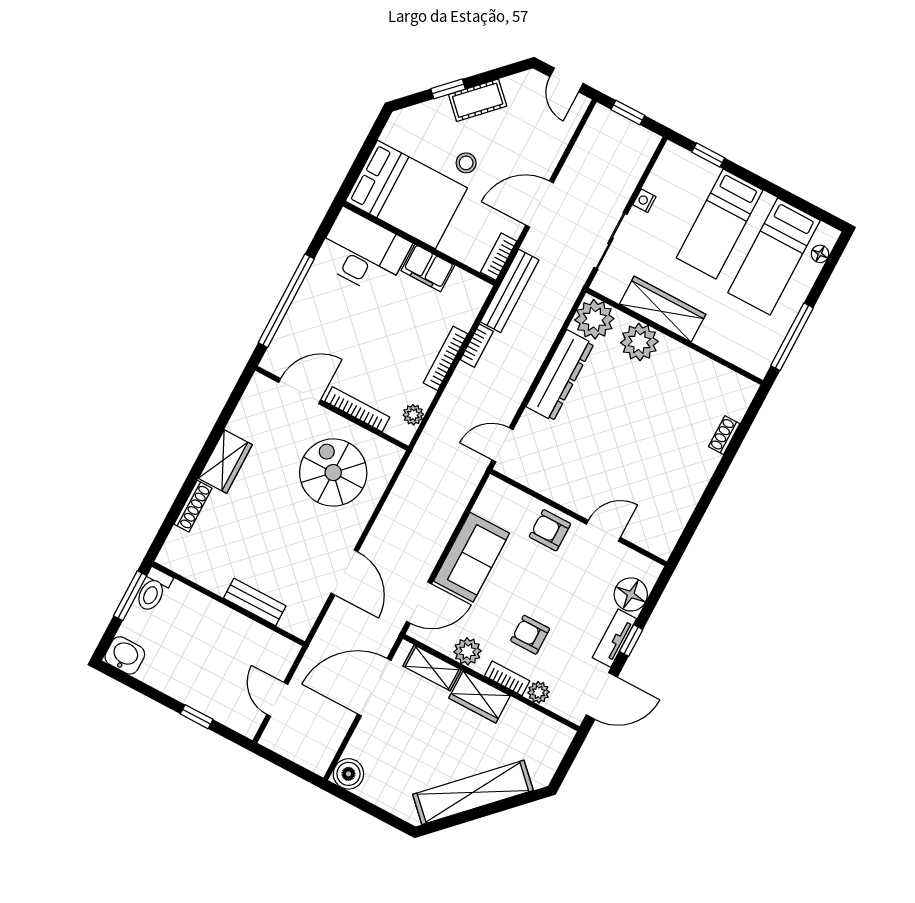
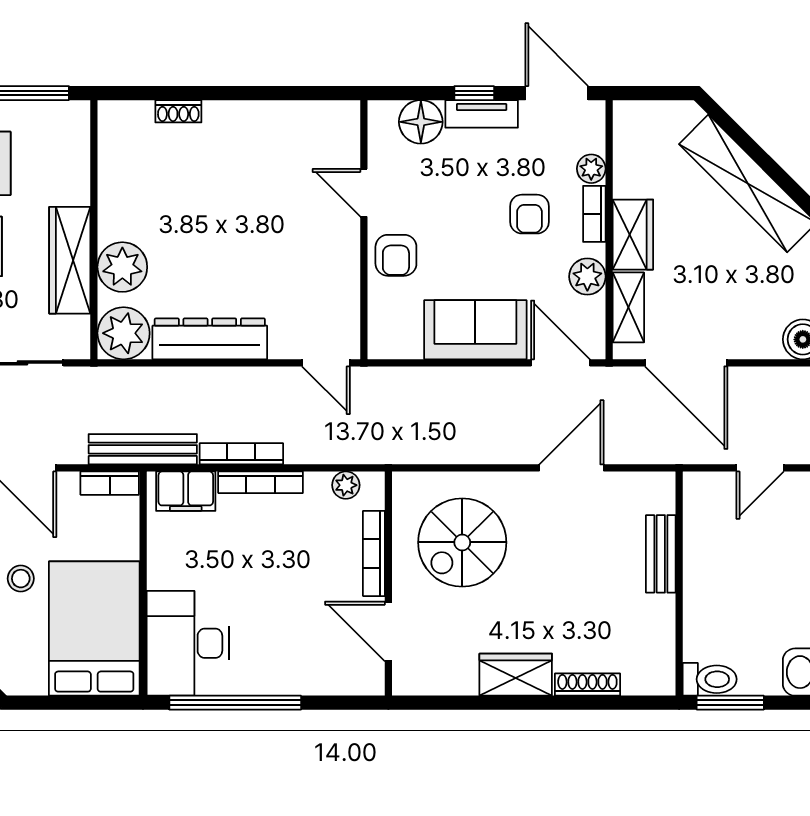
filing cabinet: (428, 268) -> (186, 491), moved, turned 90
window: (286, 301) -> (235, 703), moved
bookcase: (477, 346) -> (241, 454), width x1.56

